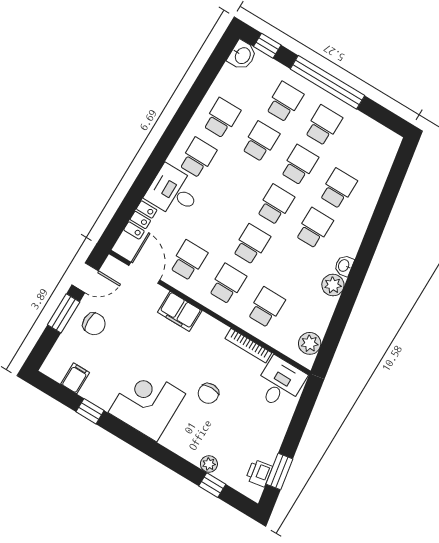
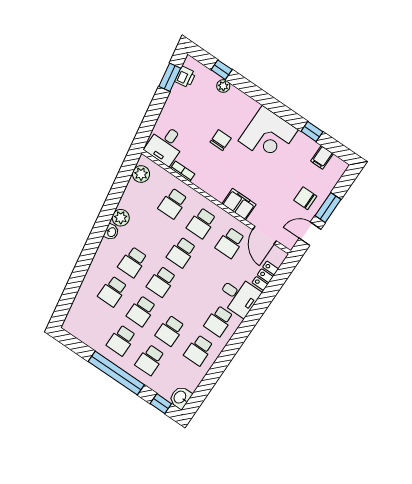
bookcase: (248, 346) -> (183, 171), width x0.64

